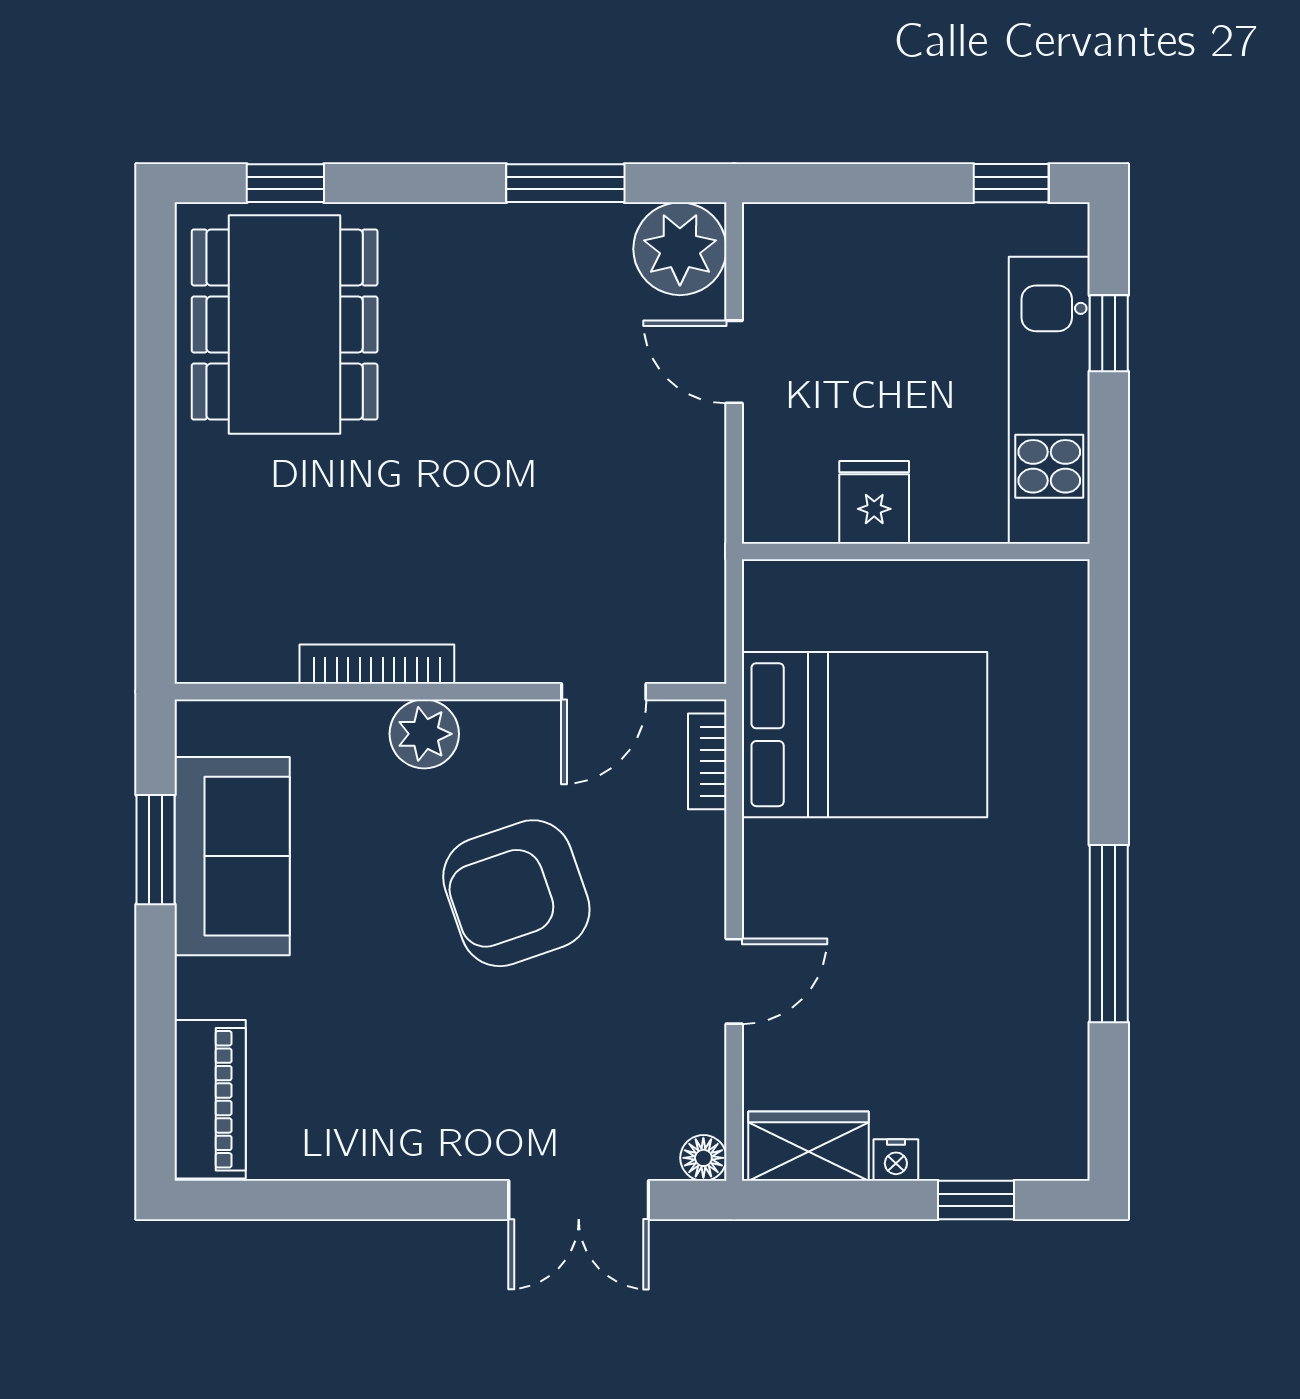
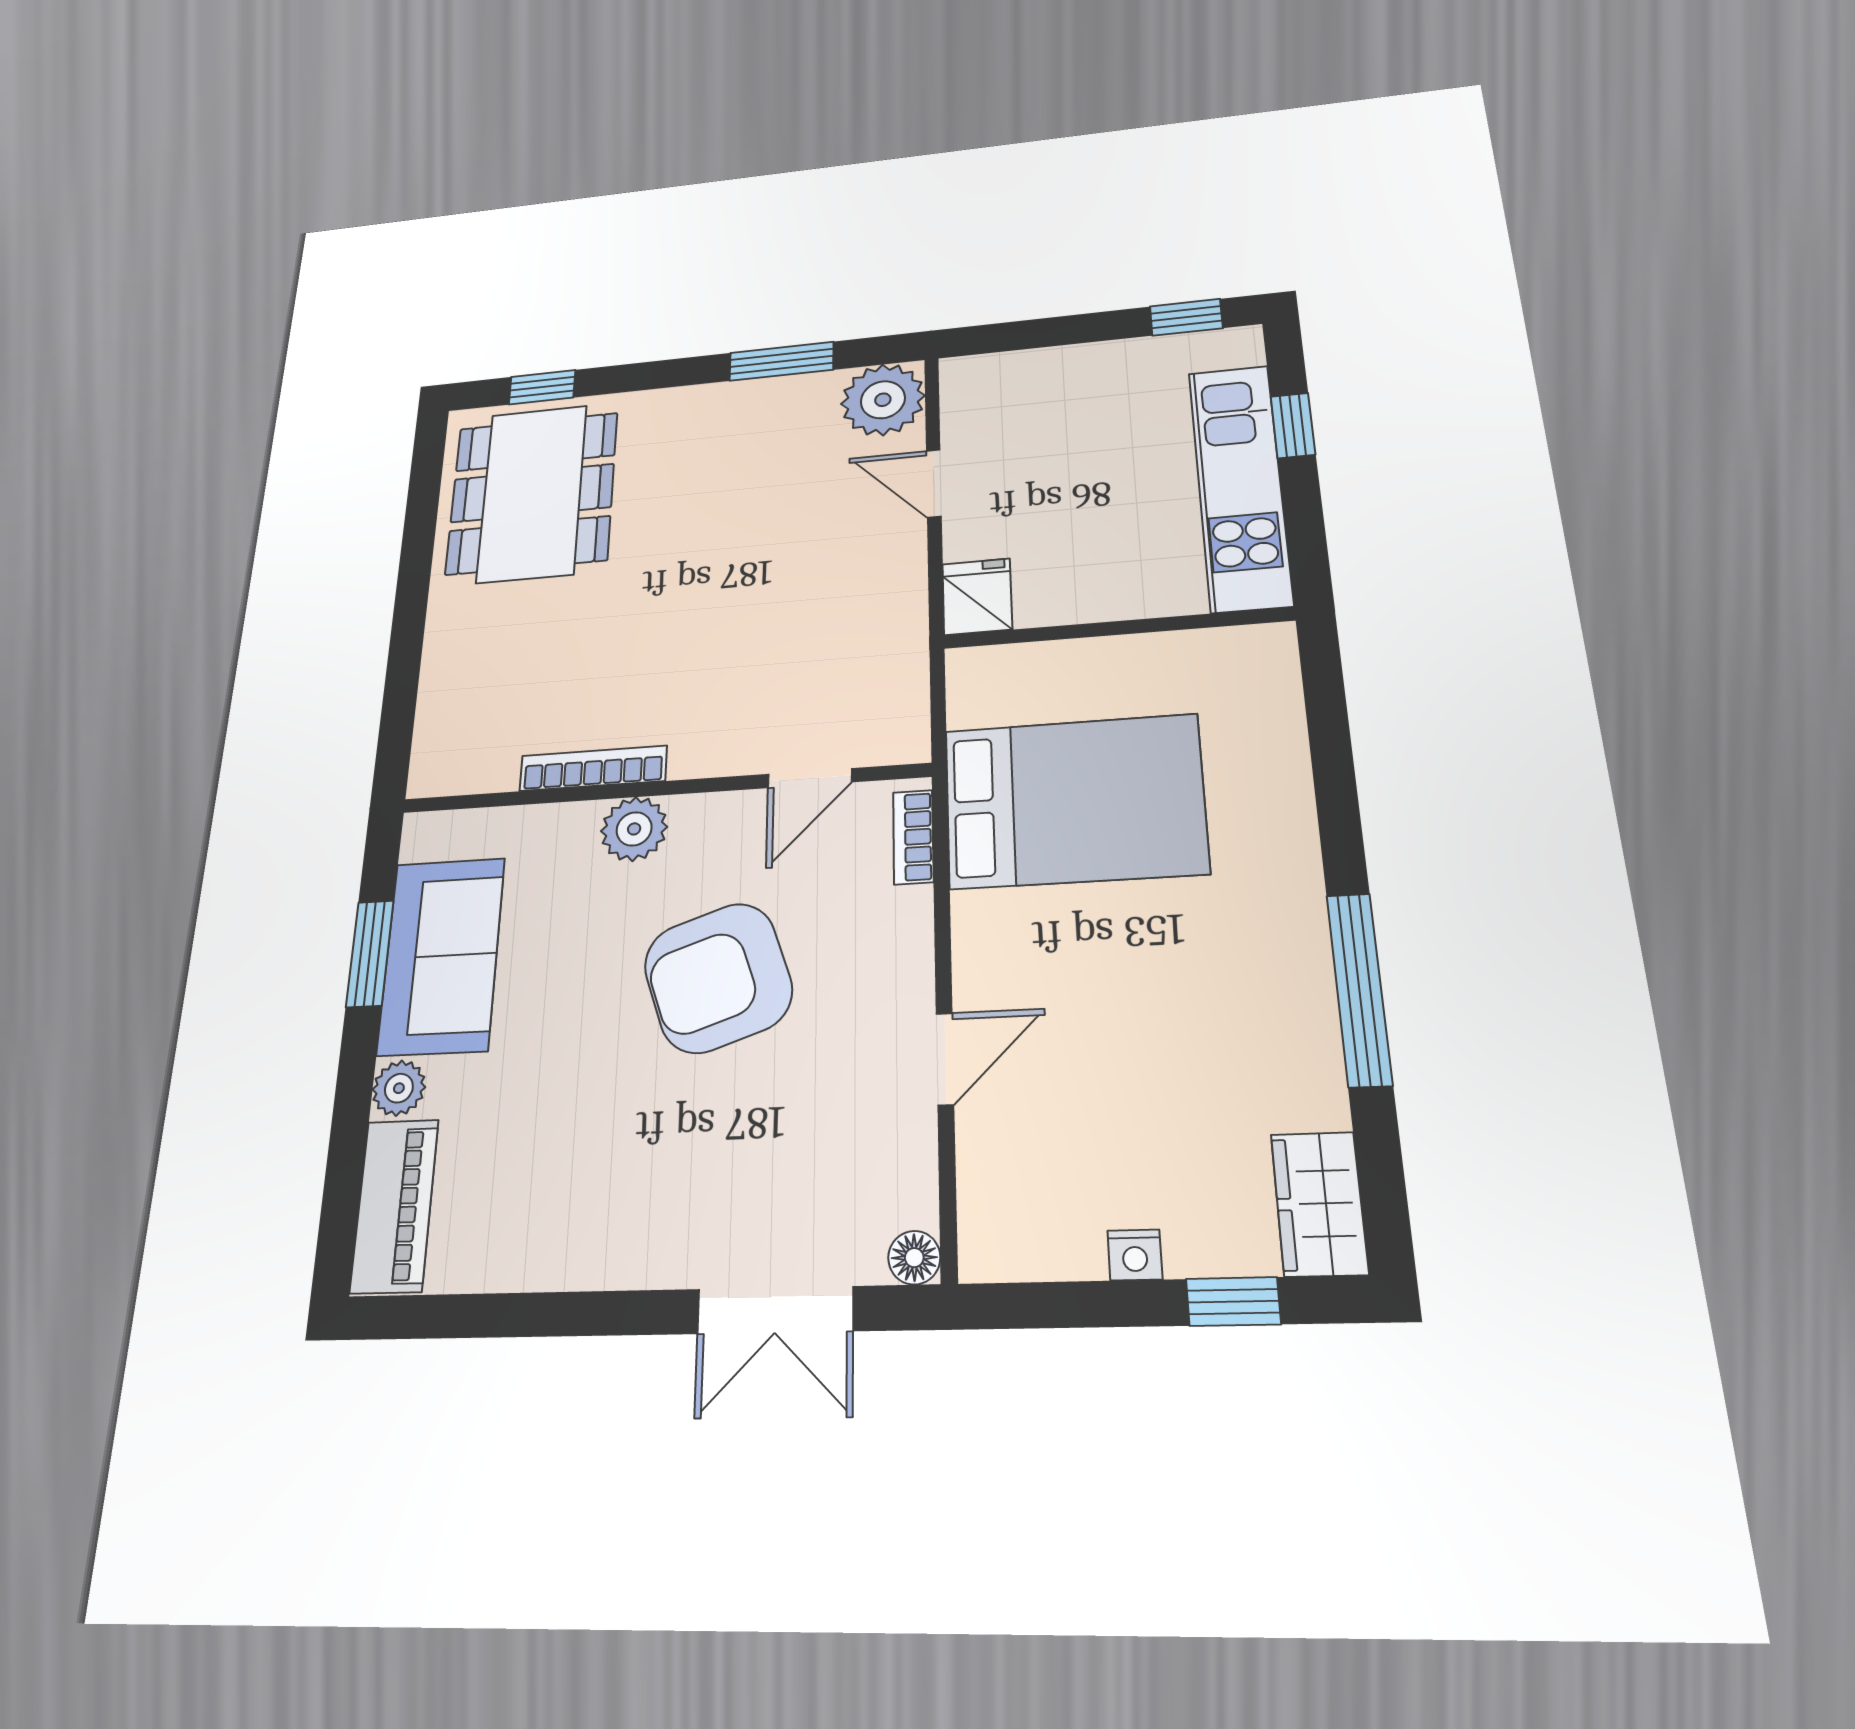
fridge: (874, 502) -> (977, 597), moved
plant: (202, 988) -> (399, 1088), added
wardrobe: (809, 1146) -> (1319, 1204), moved, turned -90

